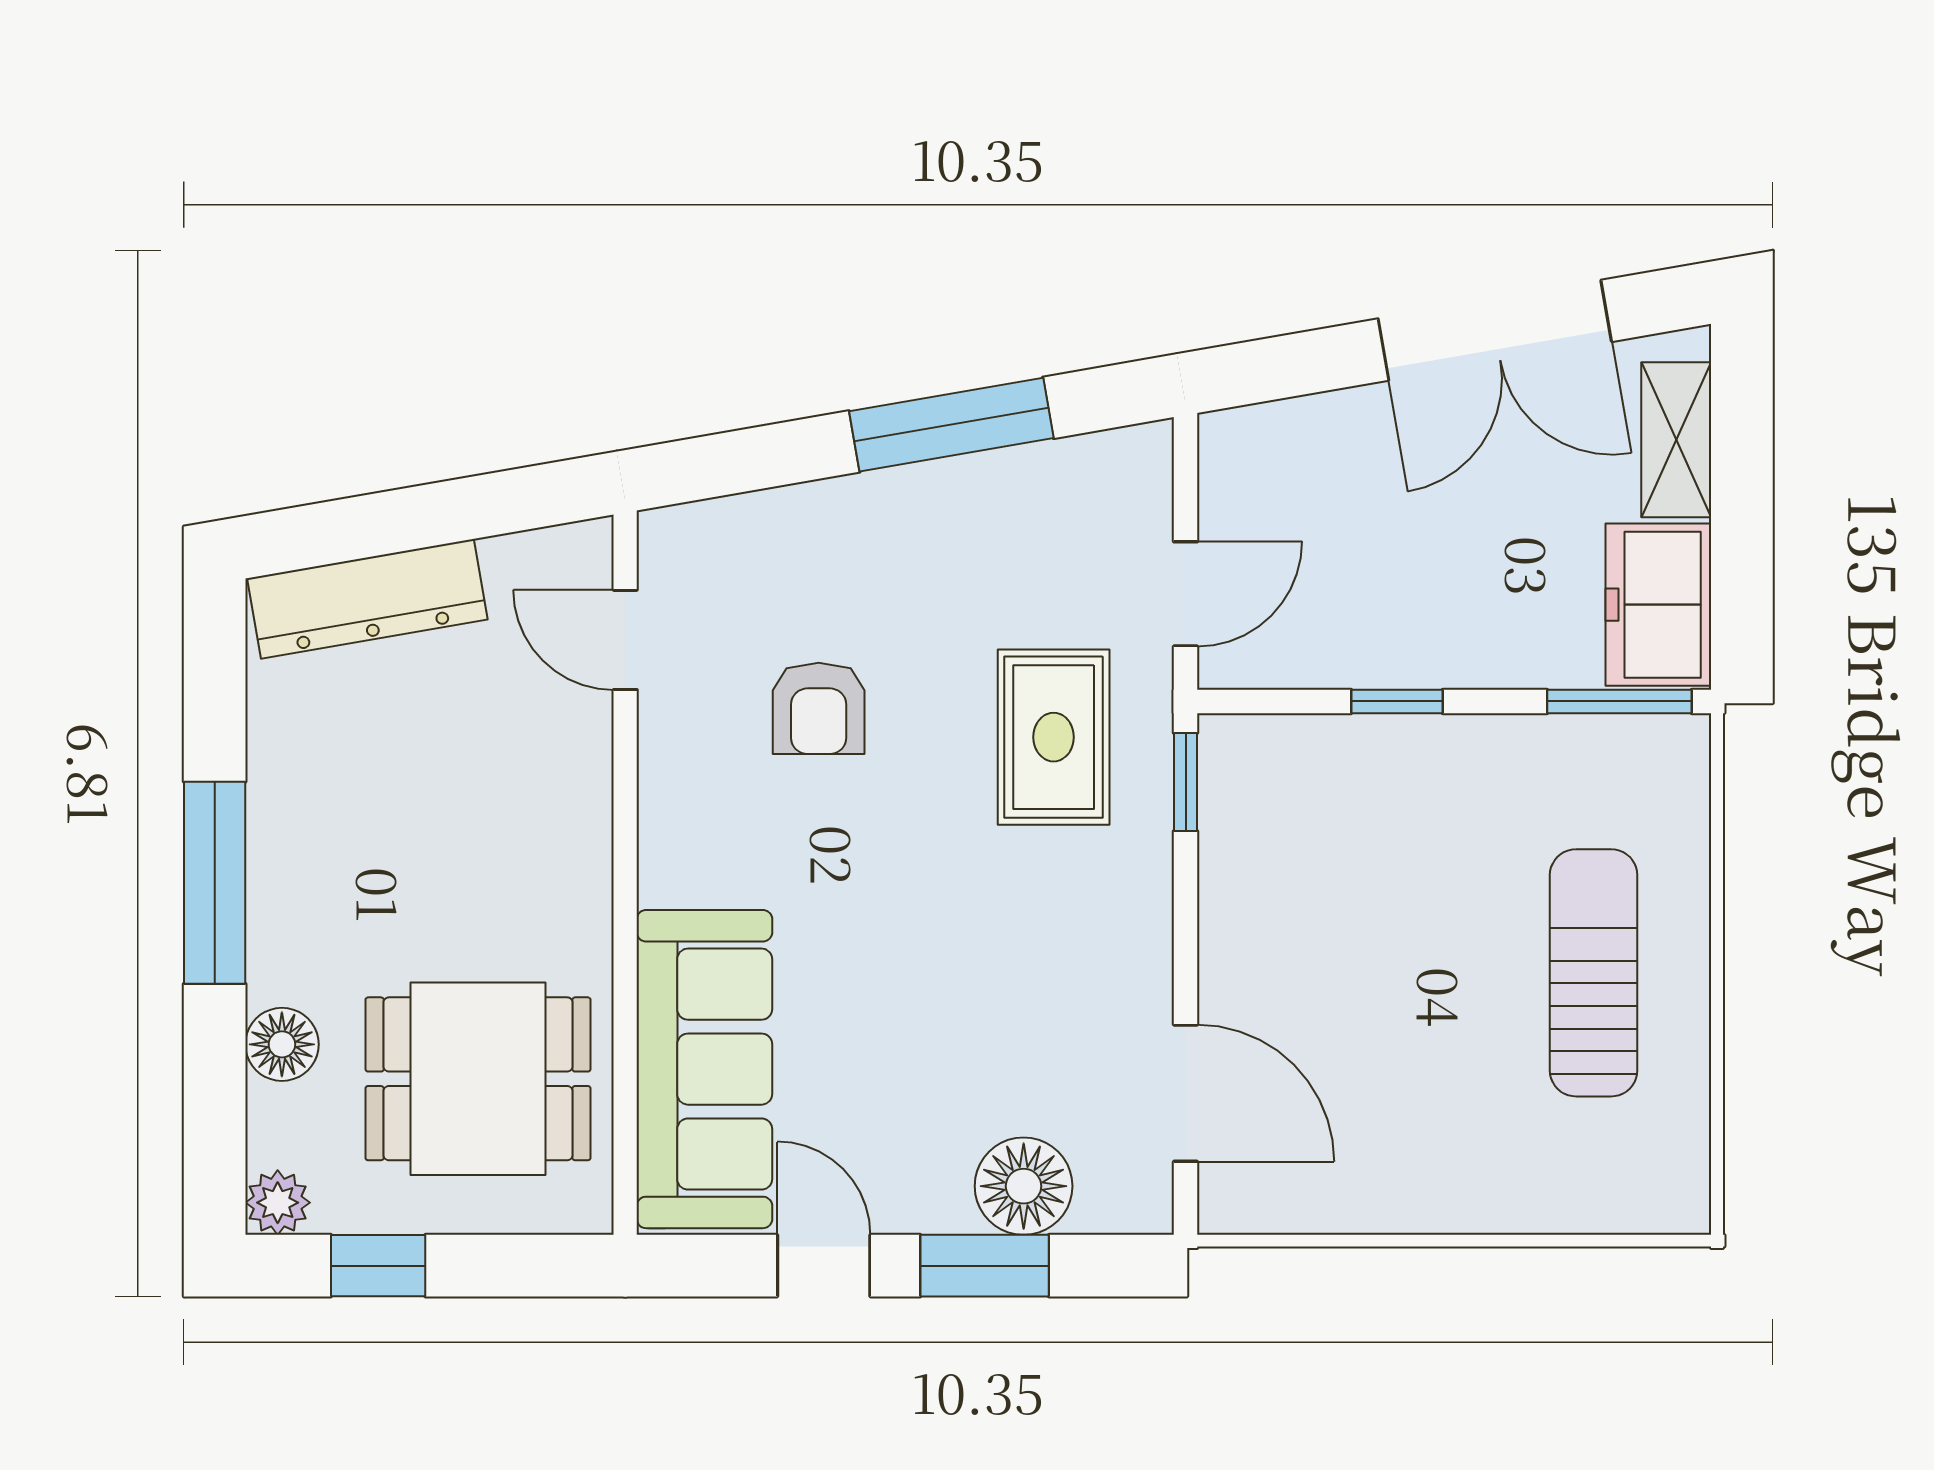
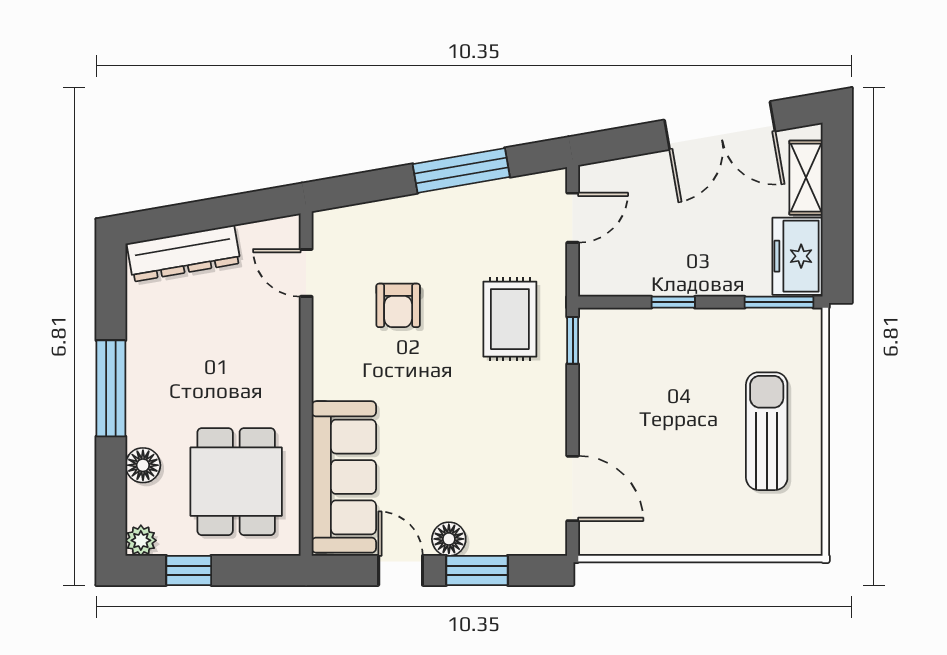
door: (1186, 594) -> (573, 218), moved
dining table: (478, 1079) -> (236, 482), turned 90
floor lamp: (1024, 1186) -> (449, 539), moved, width x0.73, depth x0.73

